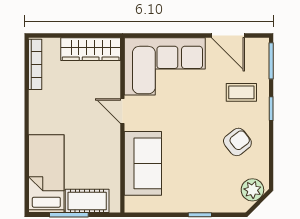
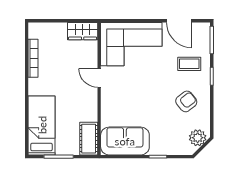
wardrobe: (91, 49) -> (83, 31), width x0.67
bookcase: (35, 64) -> (33, 58), moved
sofa: (143, 163) -> (125, 141), moved, turned -90
cot: (87, 201) -> (89, 139), moved, turned 90

